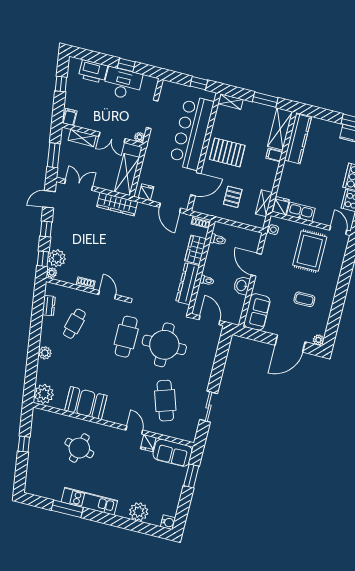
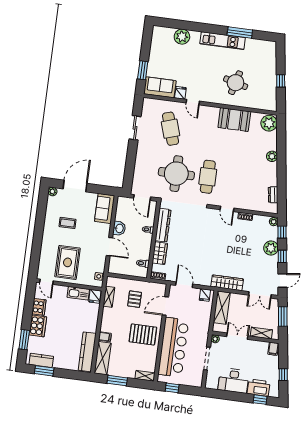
window: (126, 65) -> (260, 400), moved
plant: (57, 258) -> (271, 248), moved
cafe table: (74, 324) -> (251, 182), removed
water cooler: (168, 522) -> (157, 31), removed

